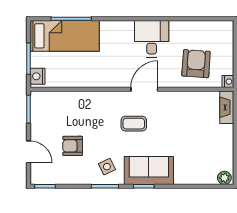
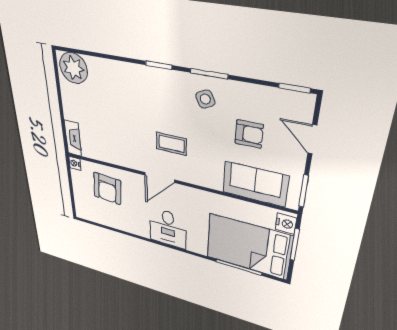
bed: (65, 36) -> (248, 247), width x1.50
desk: (152, 39) -> (168, 228), moved
sofa: (149, 170) -> (255, 184), moved, turned 180
plant: (224, 178) -> (73, 68), width x1.87, depth x1.87

